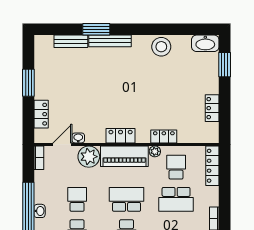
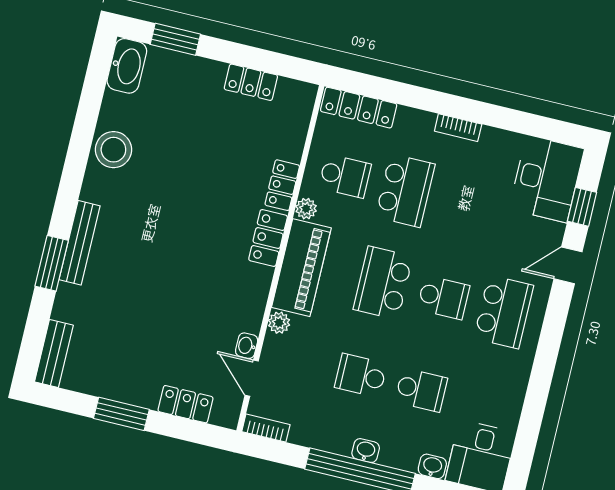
bench: (71, 41) -> (54, 354), moved
locker: (121, 136) -> (268, 238), moved
plant: (89, 157) -> (279, 323), width x0.53, depth x0.53
school desk: (176, 167) -> (345, 176), turned 180

